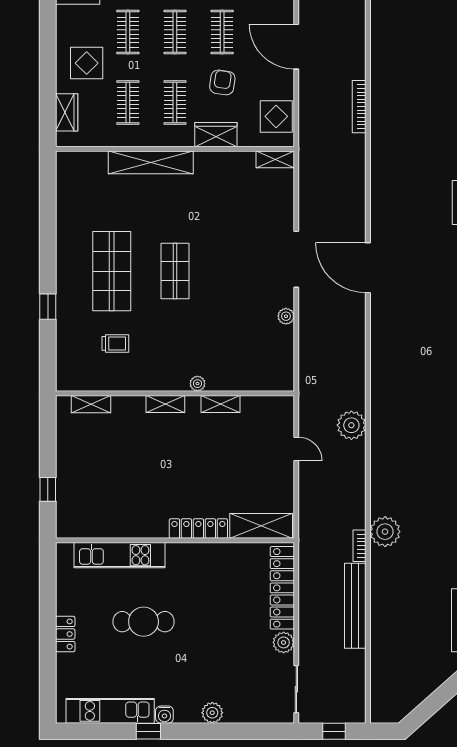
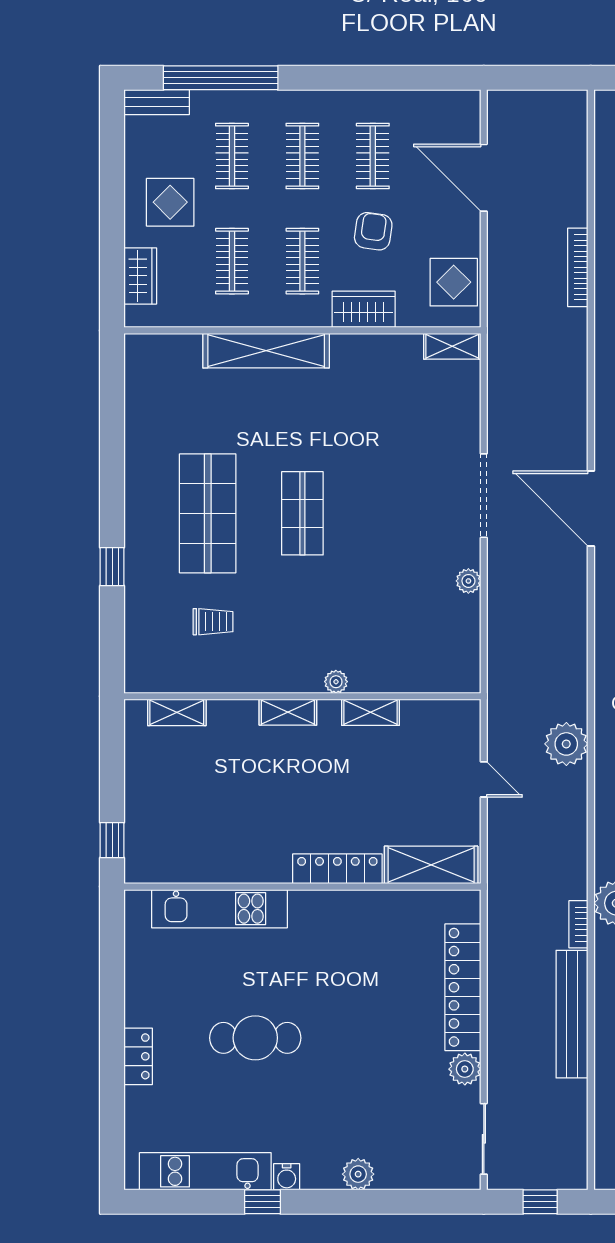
shelving: (261, 526) -> (431, 865), moved
locker: (198, 529) -> (337, 869), moved
wall: (175, 540) -> (302, 887), moved
kitchen unit: (120, 555) -> (219, 909), moved

